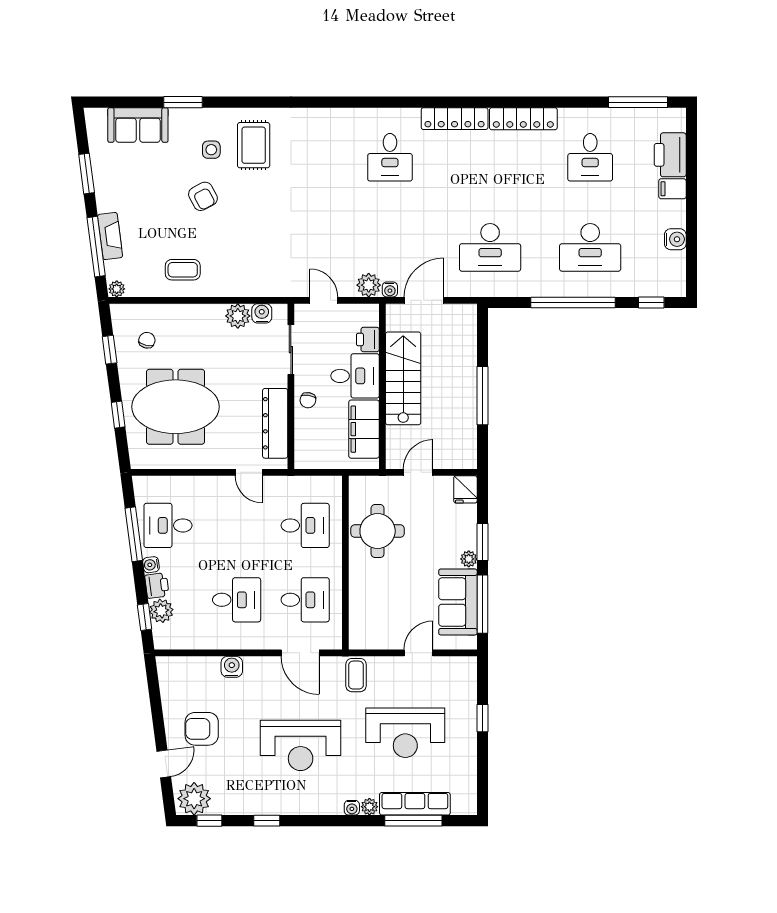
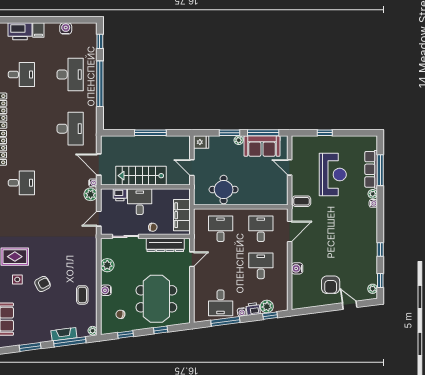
water cooler: (262, 313) -> (106, 290), moved
filing cabinet: (364, 429) -> (182, 215), moved, turned 90
reception desk: (301, 745) -> (340, 231), removed
plant: (194, 799) -> (373, 289), width x0.53, depth x0.53

